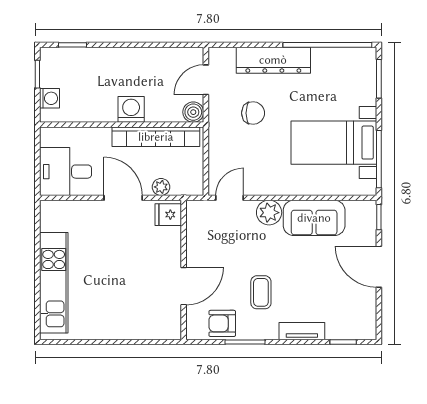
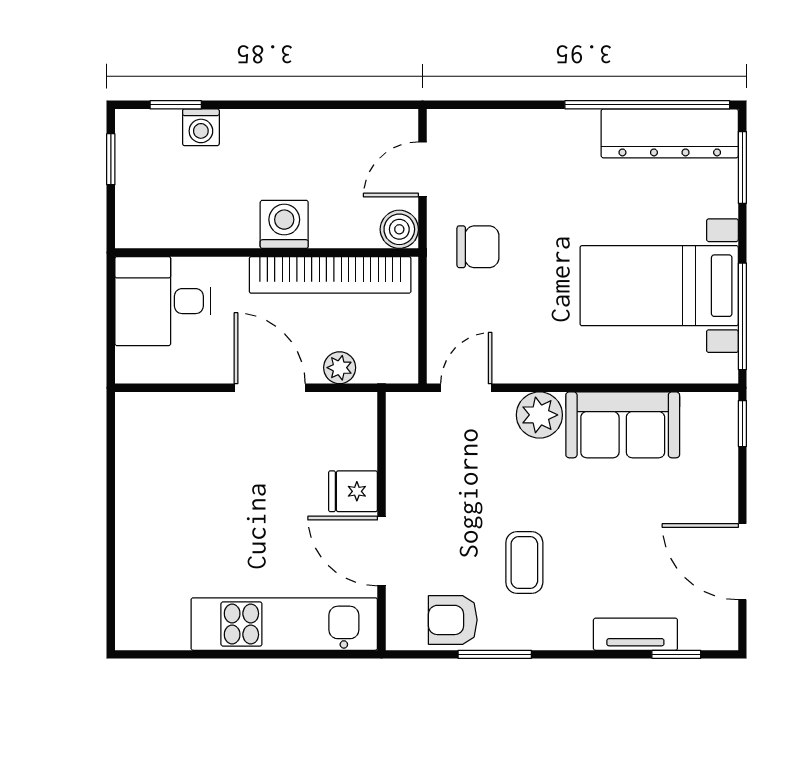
dresser: (273, 60) -> (670, 133), moved
washing machine: (49, 98) -> (201, 127), moved, turned 90
chair: (253, 113) -> (478, 247), moved
desk: (65, 172) -> (163, 301), moved
fridge: (168, 215) -> (353, 491), moved
door: (379, 267) -> (742, 562), moved
kitchen unit: (54, 283) -> (284, 624), moved, turned -90
door: (184, 286) -> (381, 551), swing flipped
tv unit: (302, 331) -> (635, 634), moved

